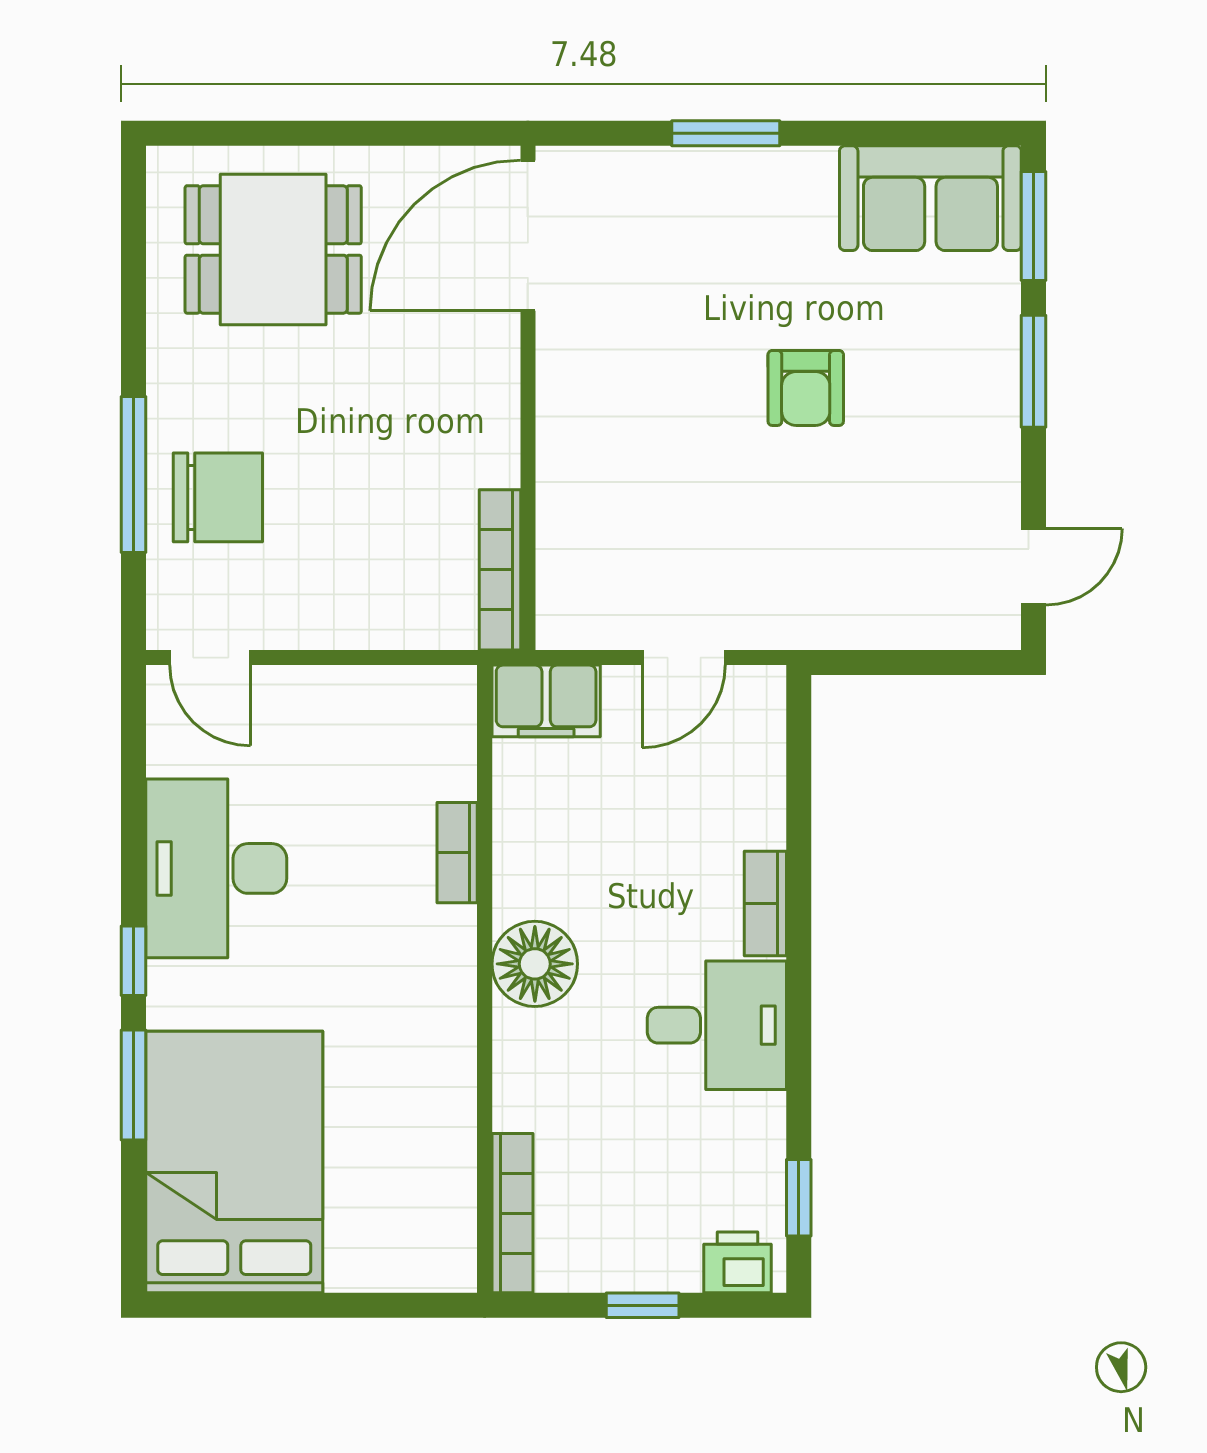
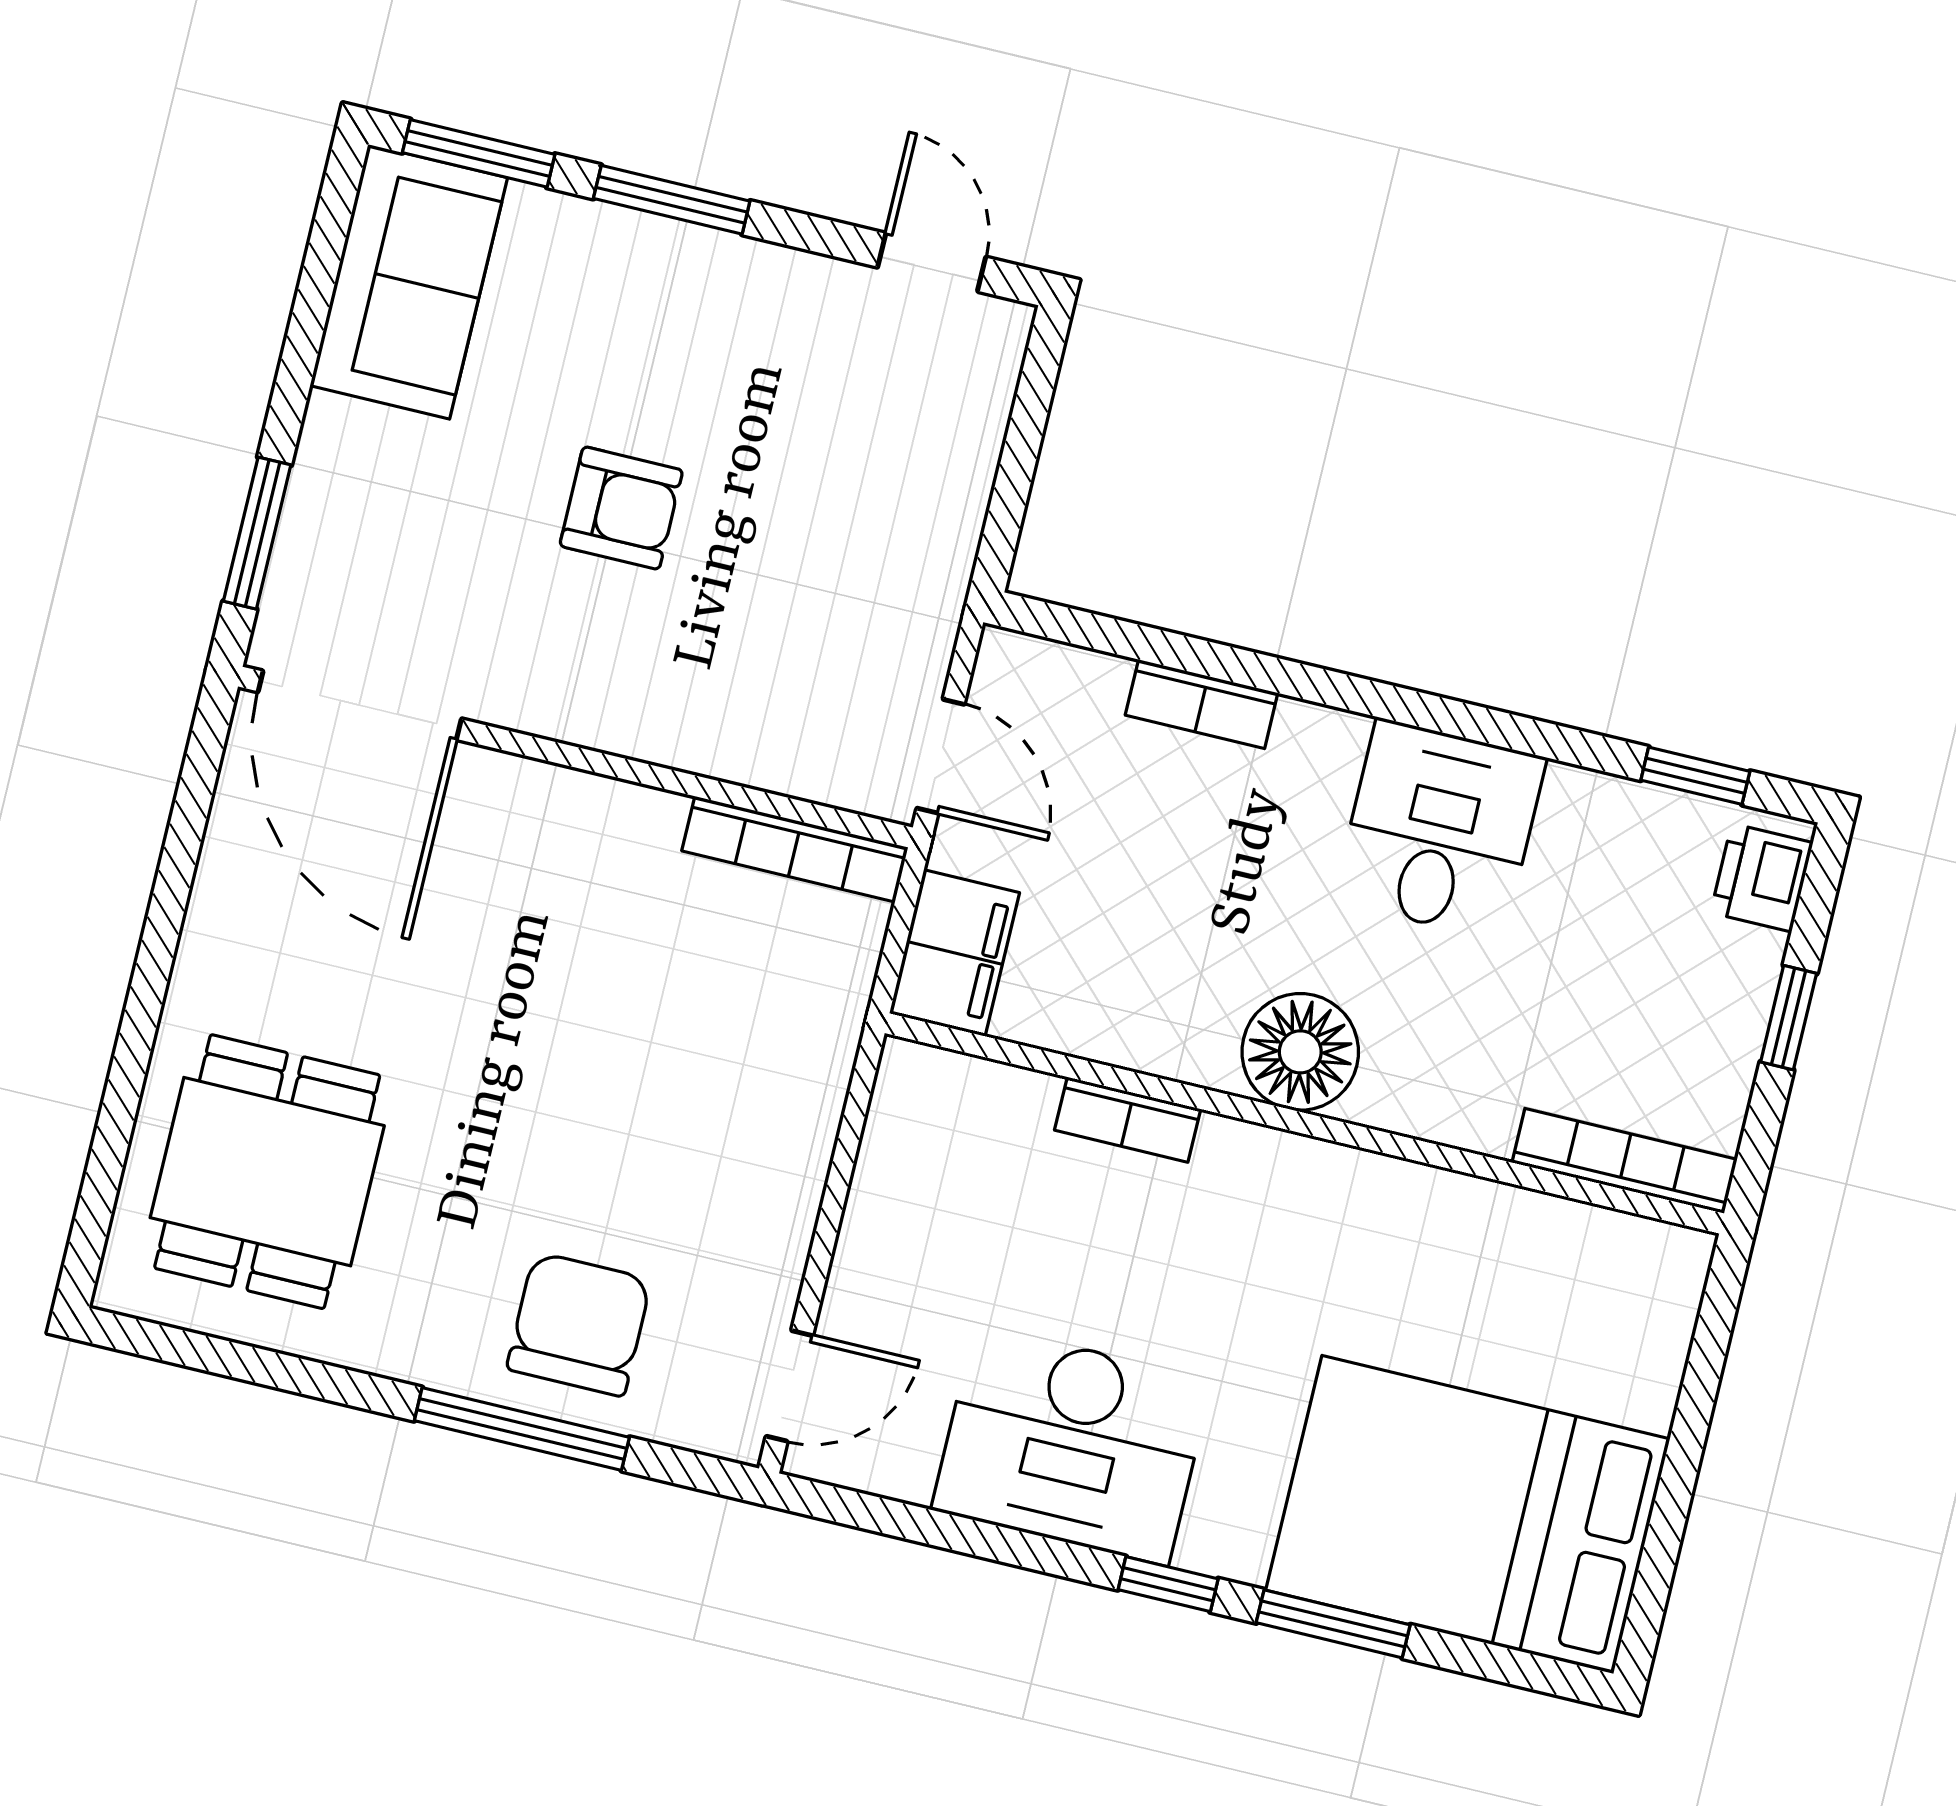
door: (528, 236) -> (360, 705), moved
wall: (528, 398) -> (575, 757), moved
bookcase: (500, 570) -> (795, 849), moved
bookcase: (765, 903) -> (1202, 704), moved

